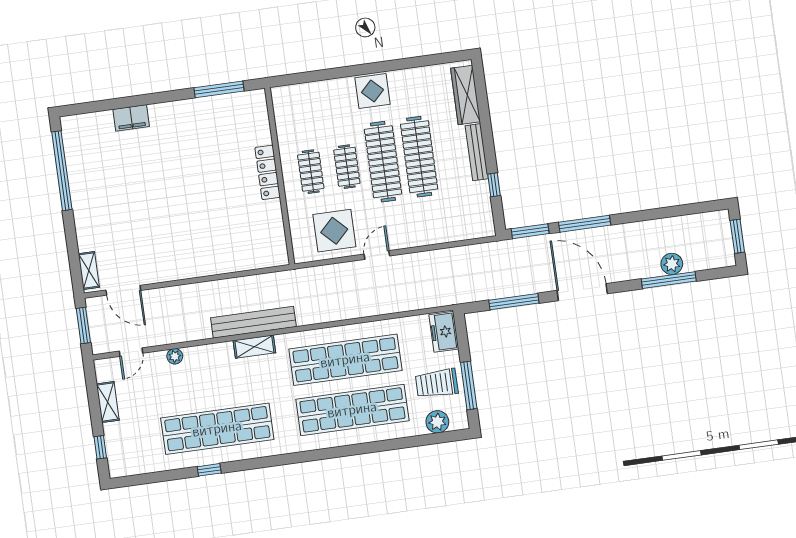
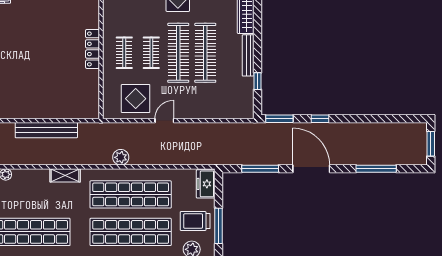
window: (585, 224) -> (320, 119), width x0.46
plant: (672, 264) -> (121, 157), moved
bench: (253, 322) -> (46, 130), moved

